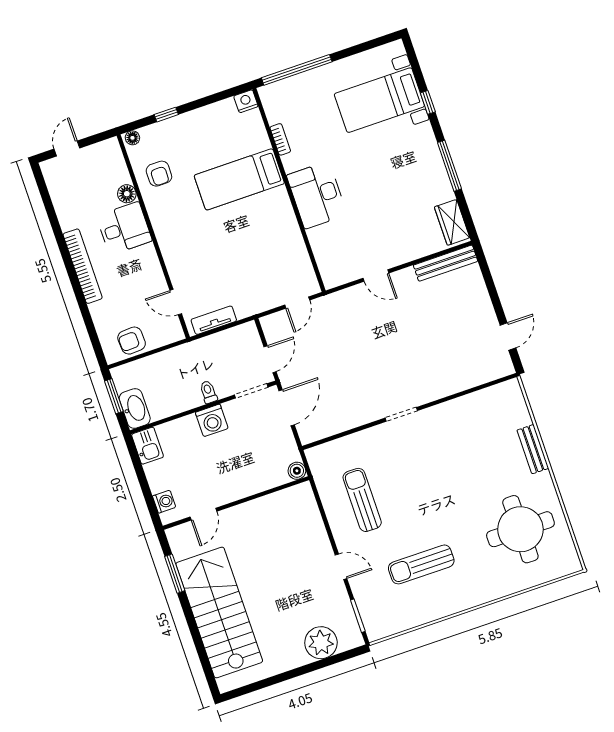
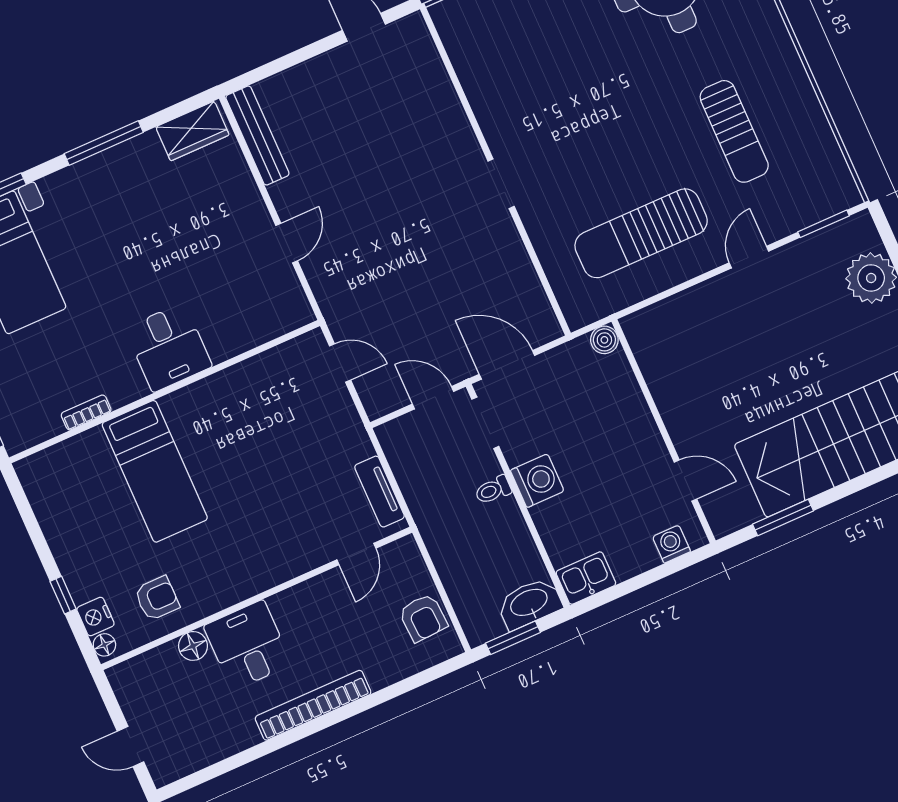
nightstand: (246, 101) -> (95, 617), moved
desk: (317, 195) -> (168, 347), width x0.73
sun lounger: (362, 500) -> (641, 233), width x1.36, depth x1.34

